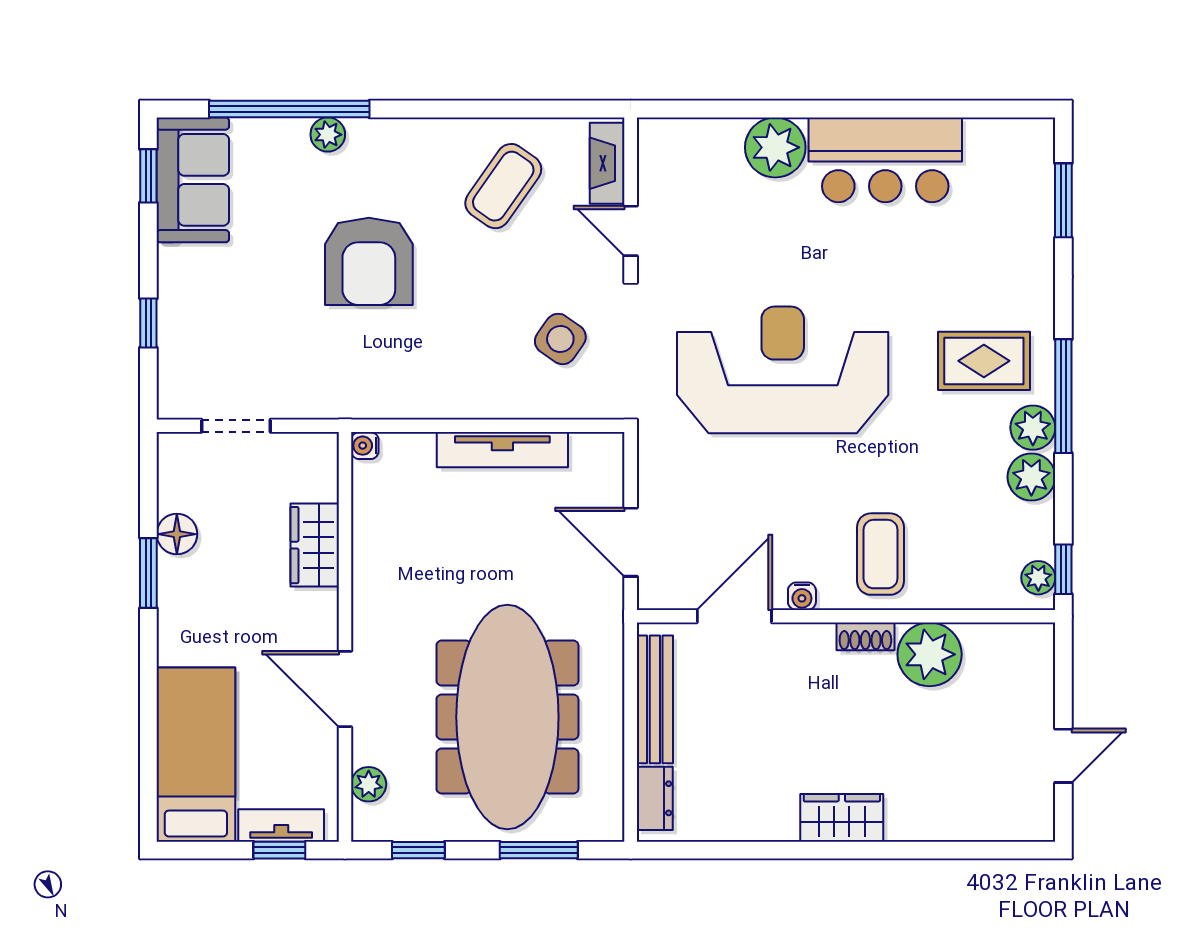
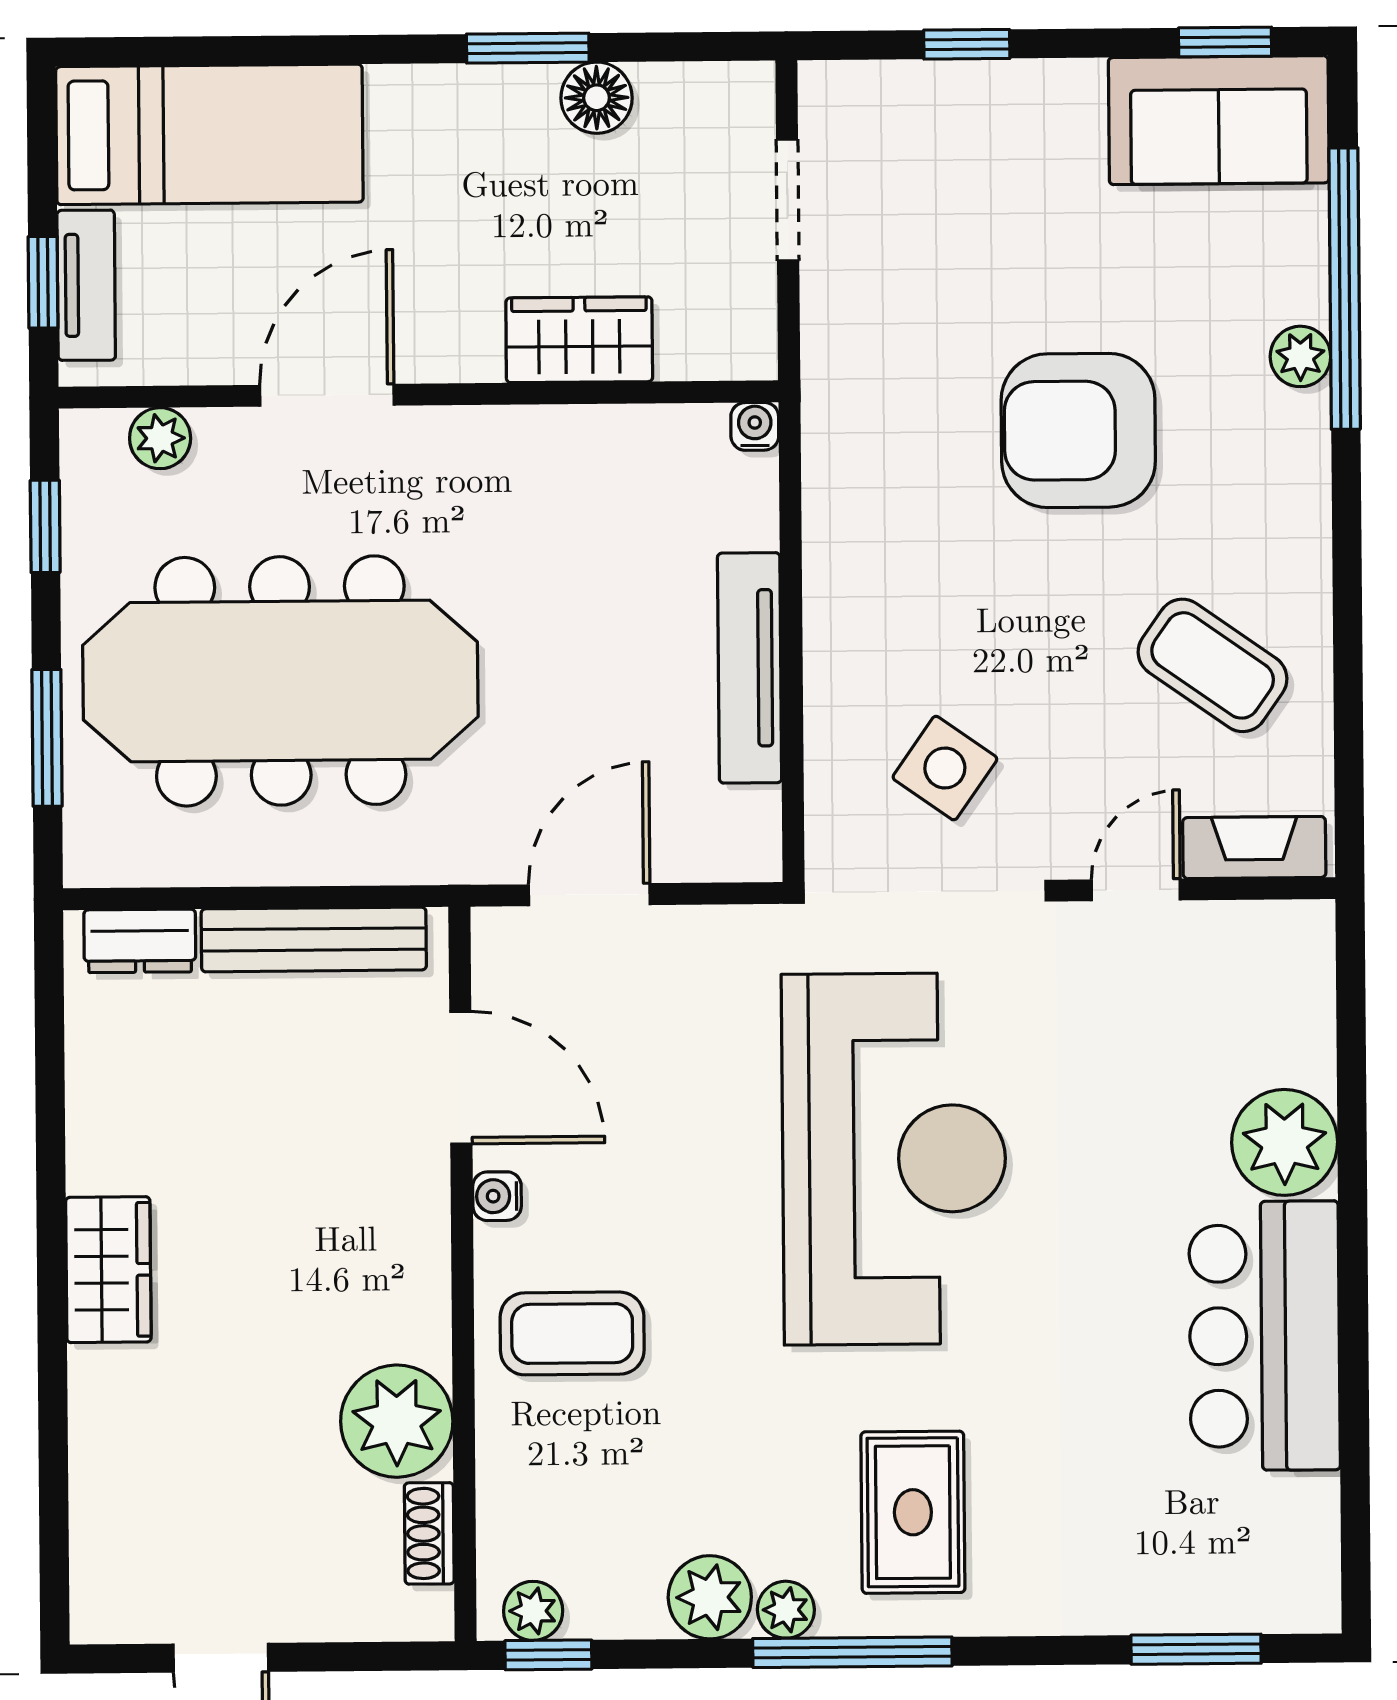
plant: (1033, 428) -> (786, 1610), width x0.73, depth x0.73
shoe rack: (865, 636) -> (429, 1533), moved

